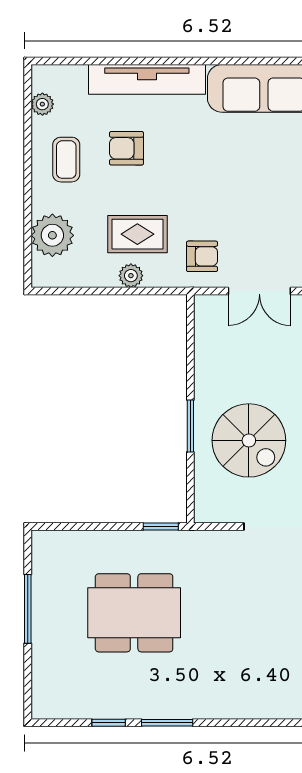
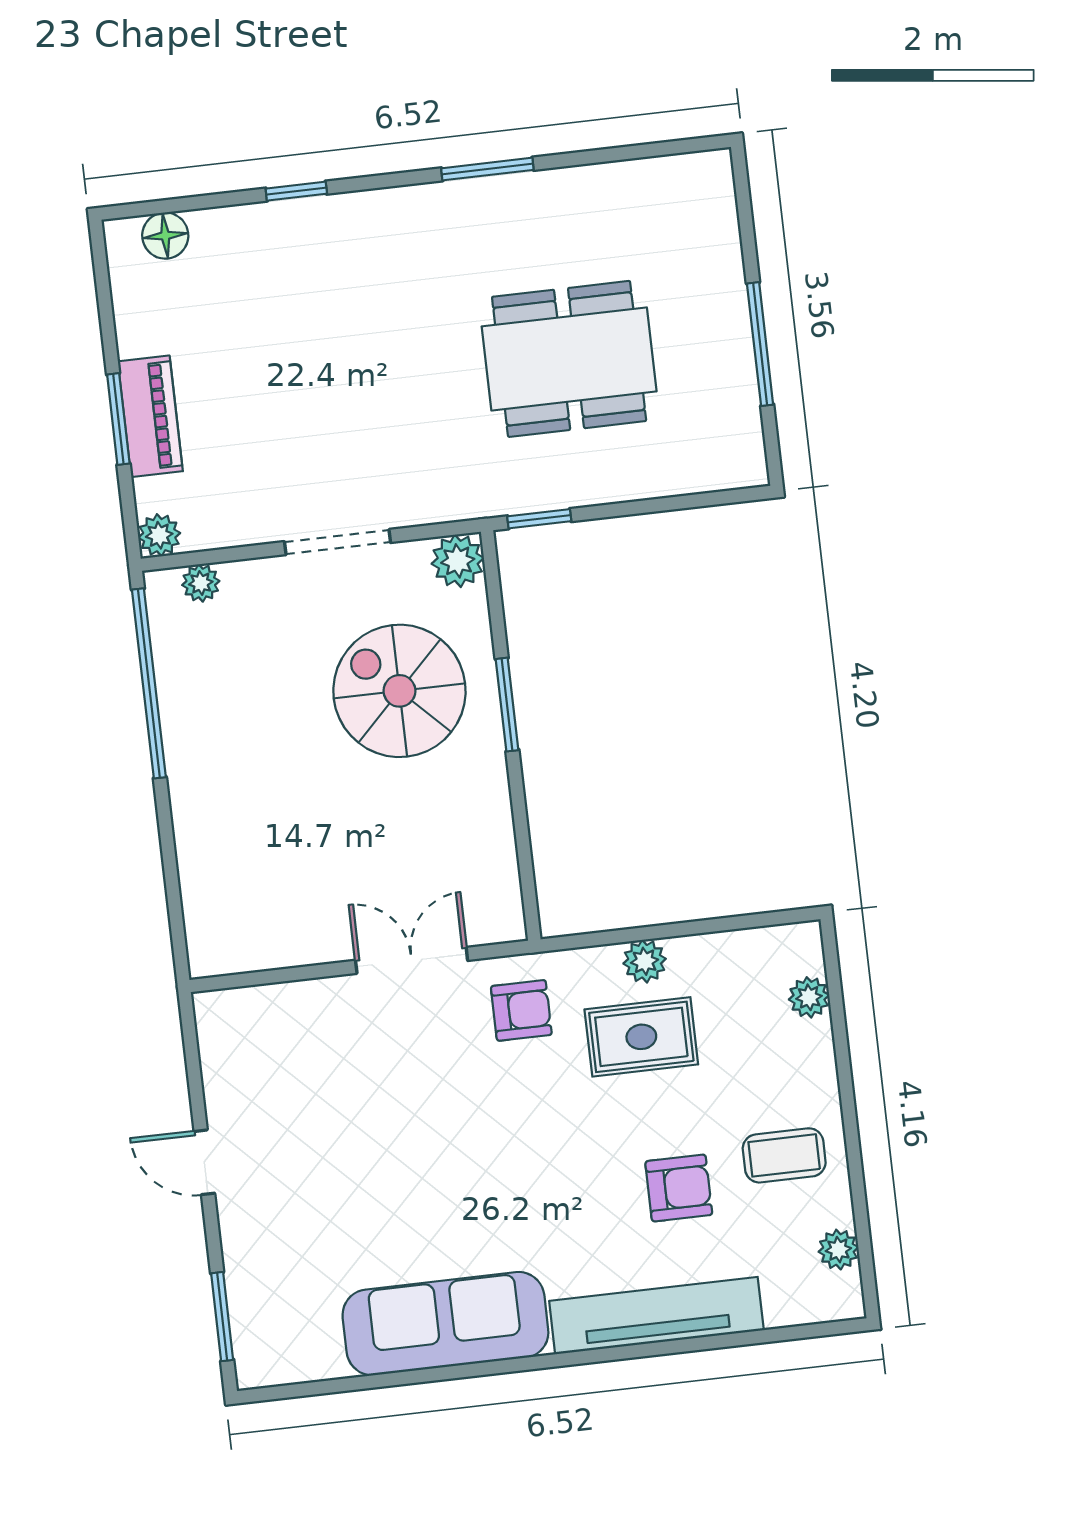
coffee table: (66, 160) -> (784, 1155), turned 90
plant: (52, 235) -> (809, 997), width x0.53, depth x0.53
armchair: (202, 256) -> (521, 1010), turned 180
plant: (208, 508) -> (458, 561), added
window: (109, 723) -> (296, 191), moved

